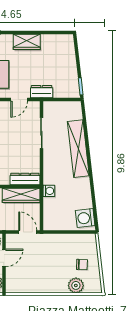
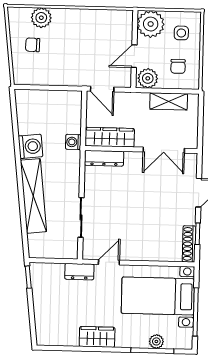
washing machine: (85, 218) -> (30, 146), moved

